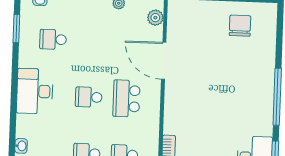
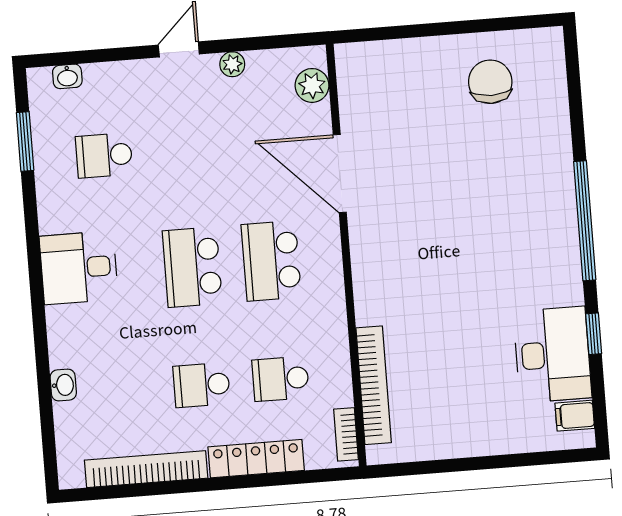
desk: (35, 91) -> (79, 268), width x0.73
school desk: (89, 97) -> (192, 267), width x1.85

